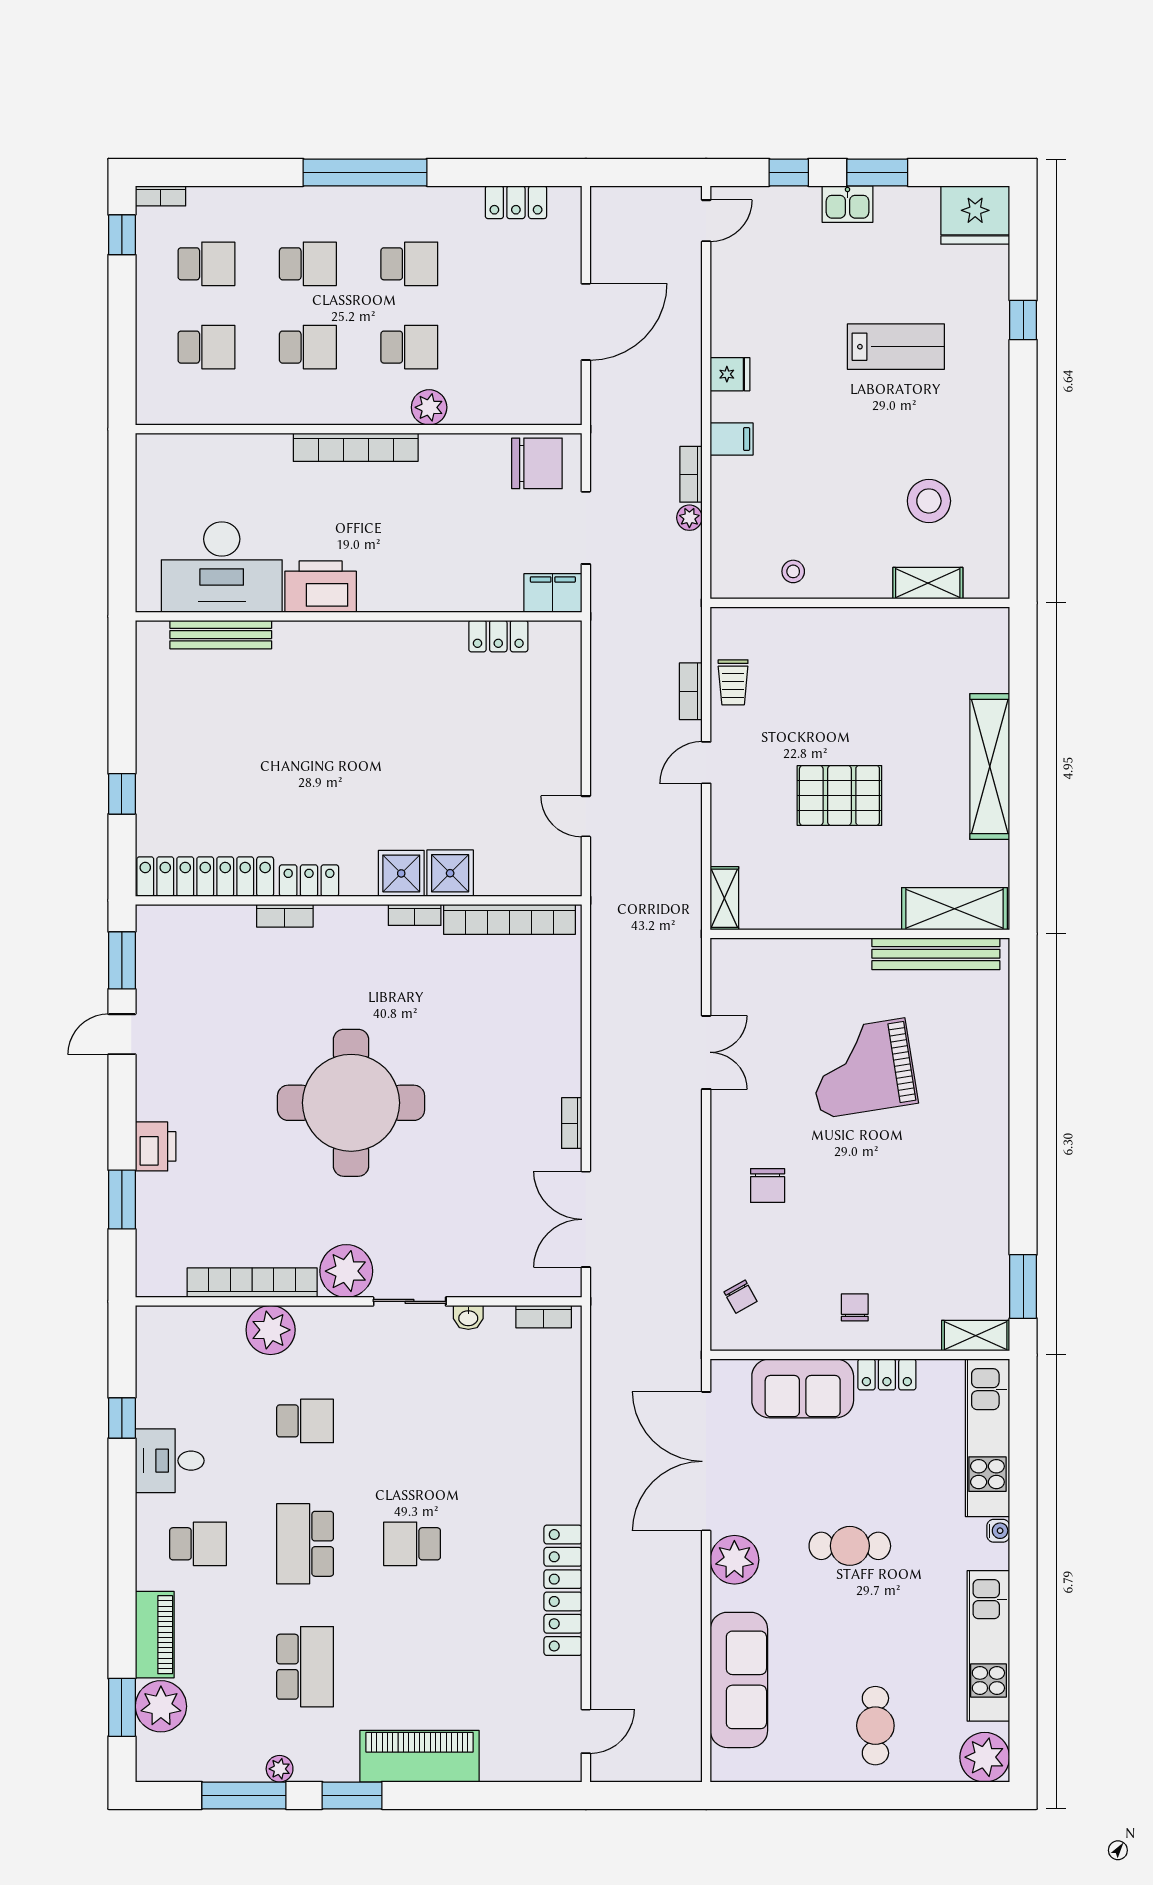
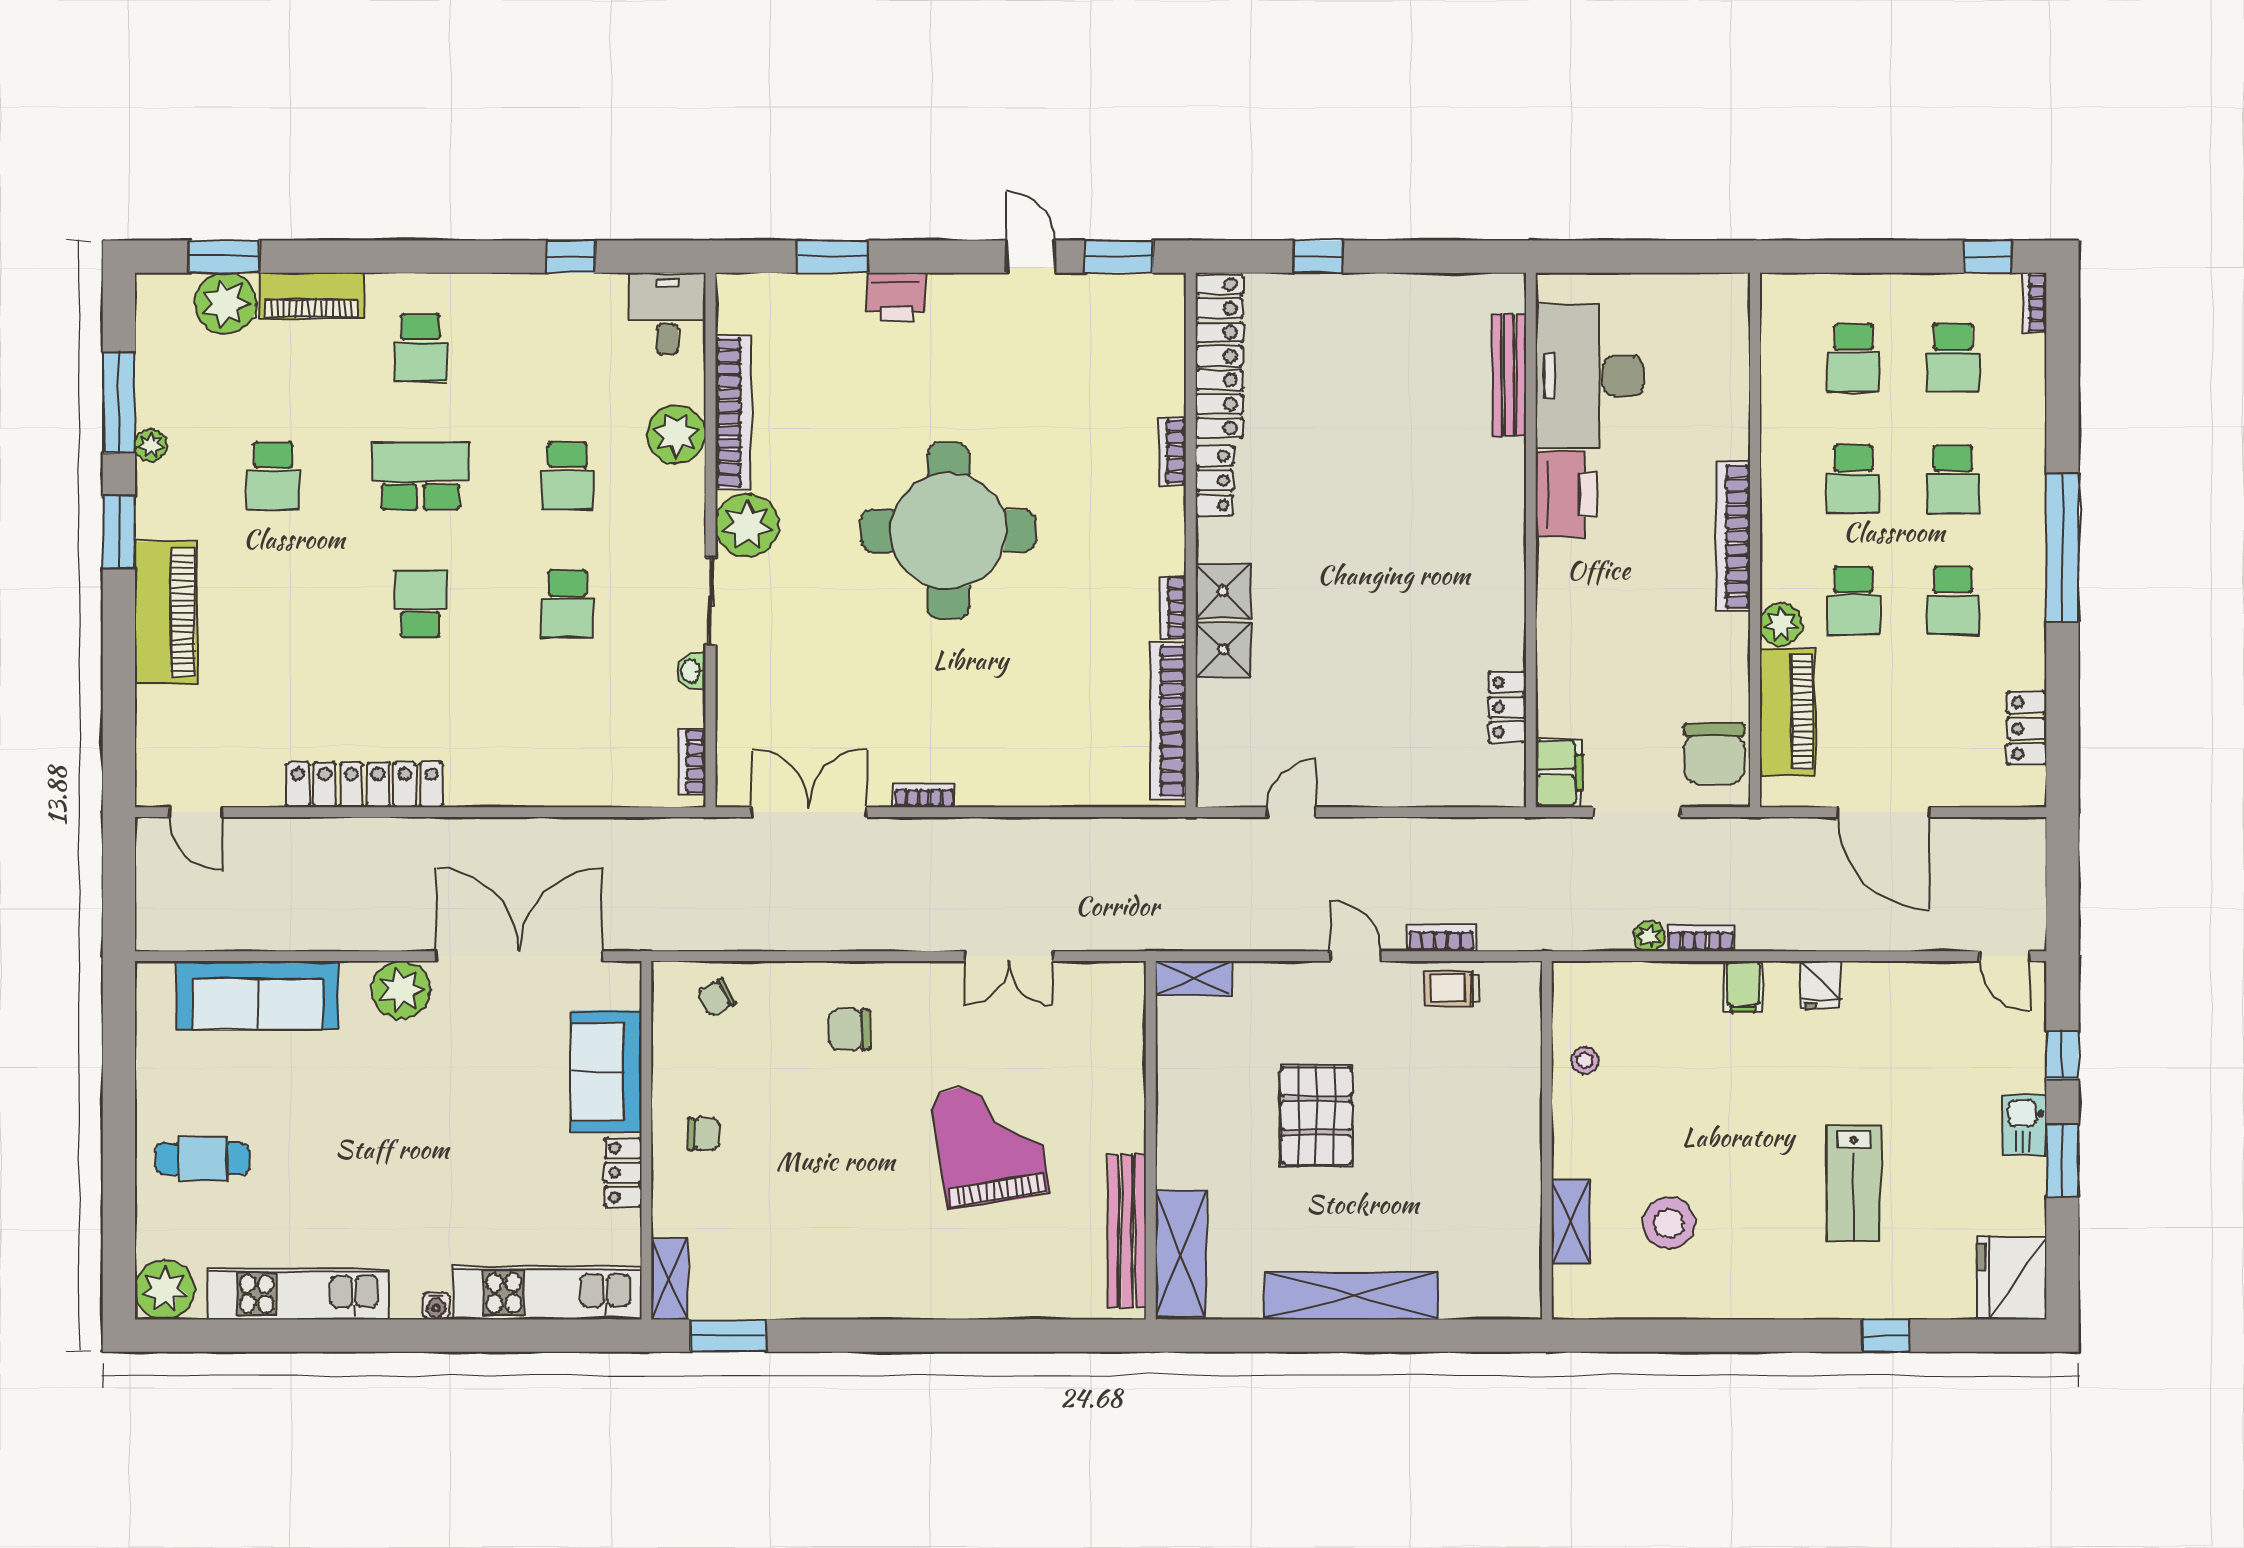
piano: (502, 402) -> (1787, 712), added
school desk: (412, 1421) -> (567, 604), added
desk: (170, 1461) -> (668, 314), moved
cafe table: (850, 1546) -> (418, 1128), removed
school desk: (305, 1667) -> (273, 476), width x0.54

